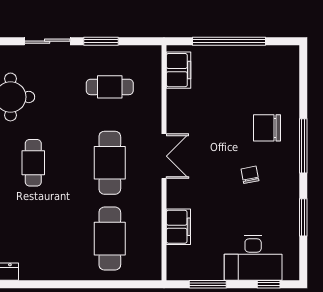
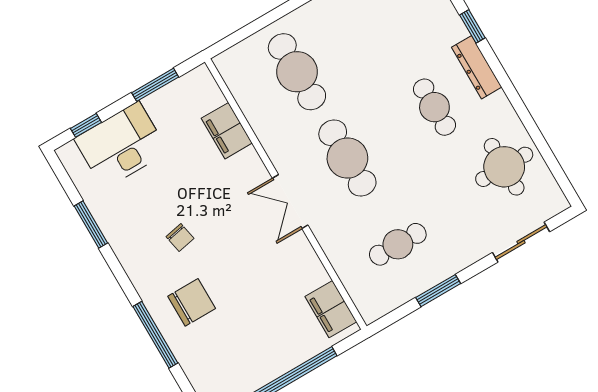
sliding door: (47, 41) -> (521, 242), moved
window: (303, 146) -> (155, 335), moved

